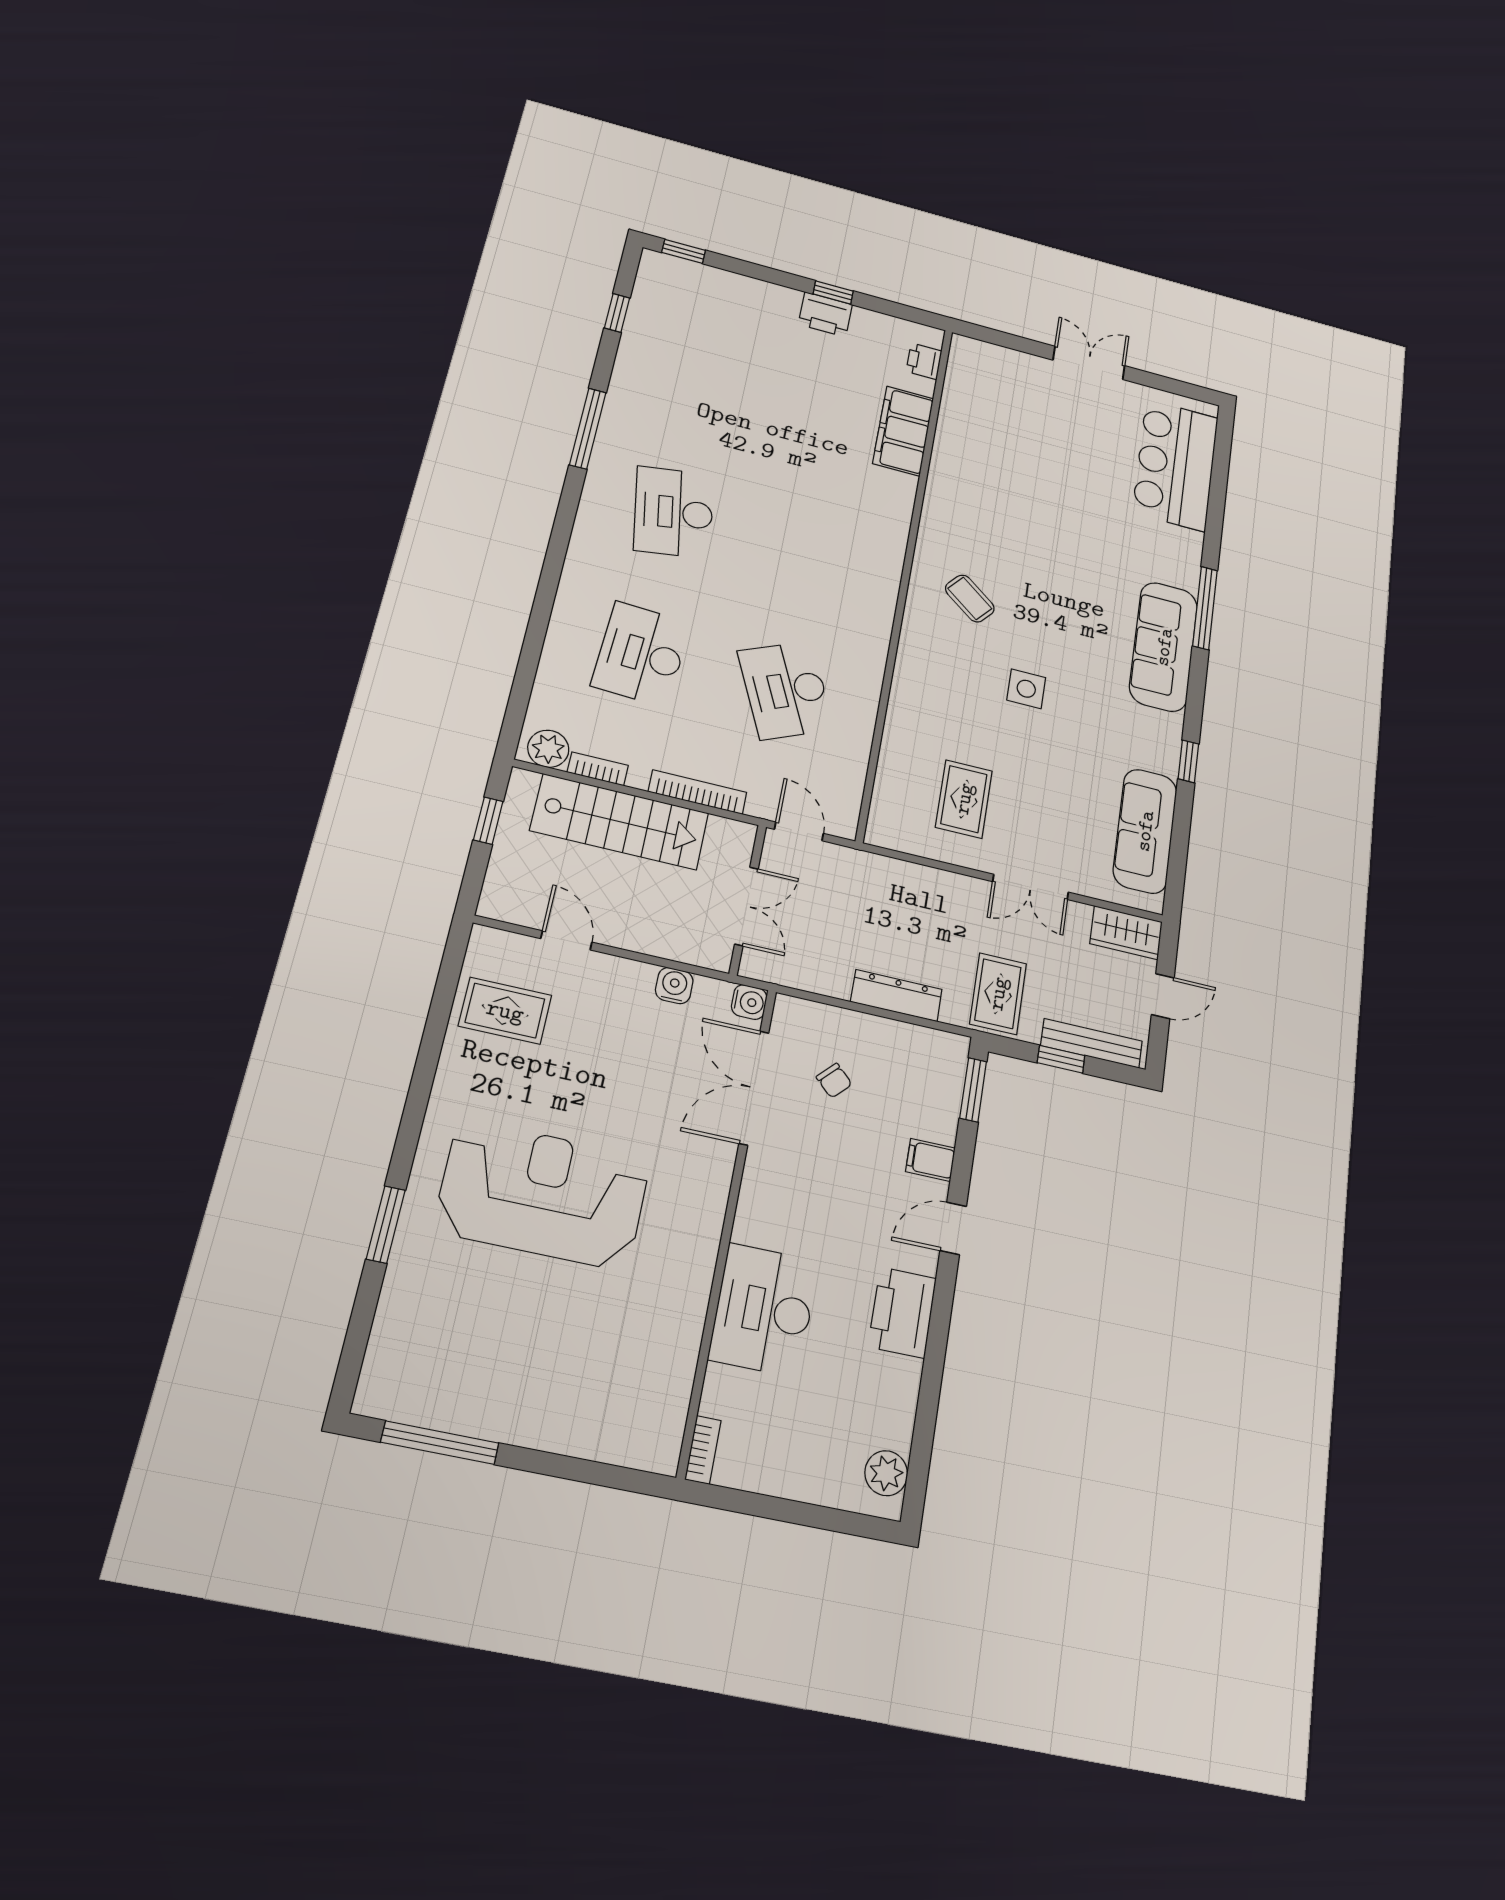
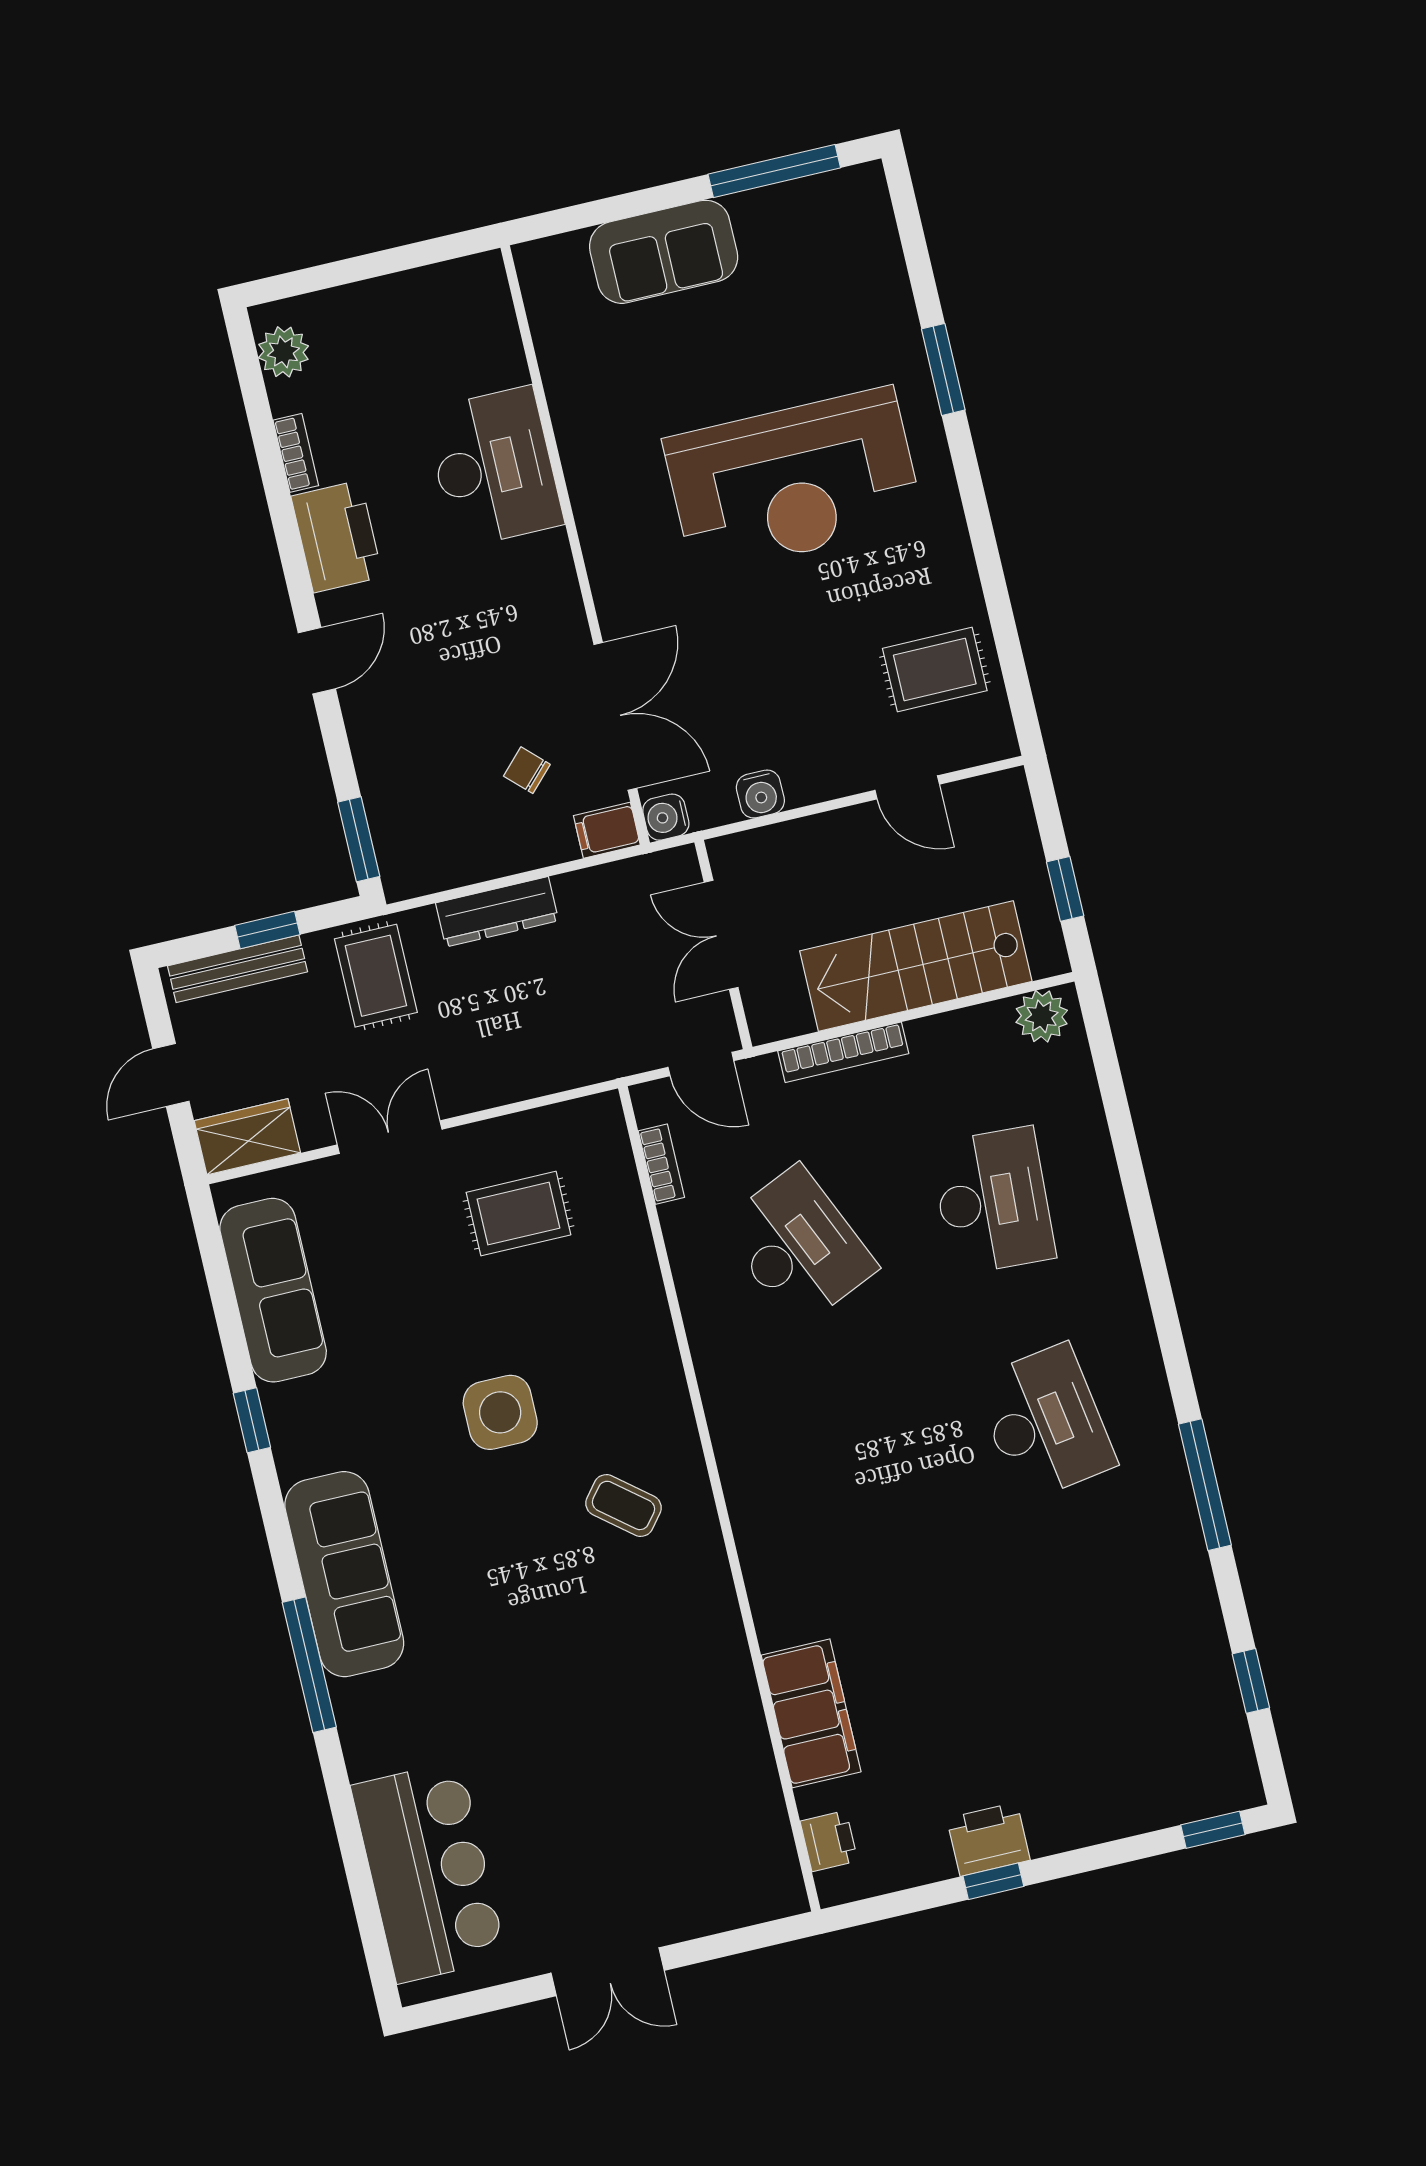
side table: (1026, 689) -> (500, 1412), width x1.37, depth x1.37
bookcase: (598, 769) -> (661, 1164), moved, turned -90
rug: (964, 799) -> (519, 1214), turned 90
filing cabinet: (931, 1160) -> (607, 830), moved, turned 180
sofa: (558, 1417) -> (664, 252), added
bookcase: (703, 1450) -> (296, 453), moved, turned 180

